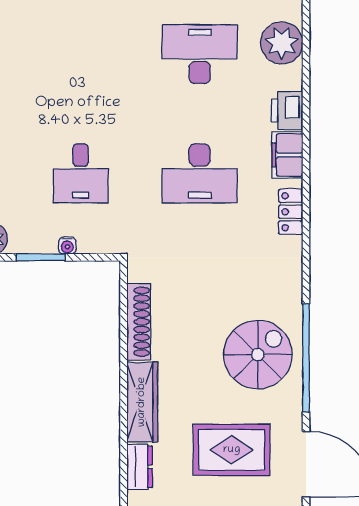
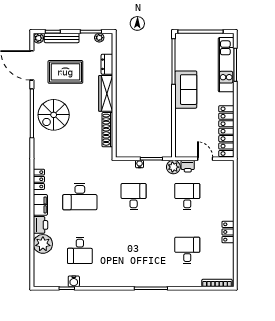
plant: (282, 43) -> (43, 244), moved
desk: (200, 54) -> (80, 250), width x0.73
desk: (200, 173) -> (80, 197), turned 180

